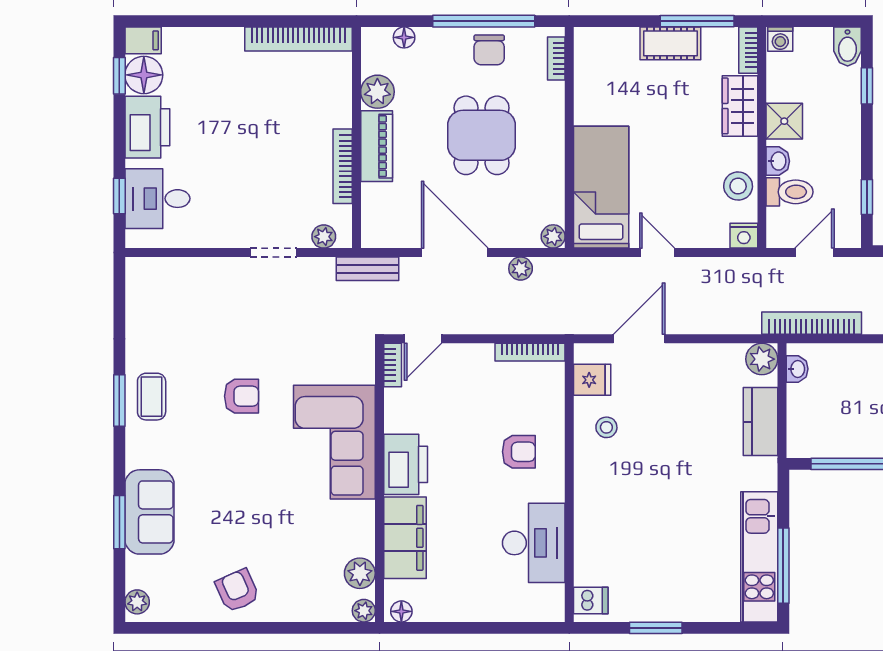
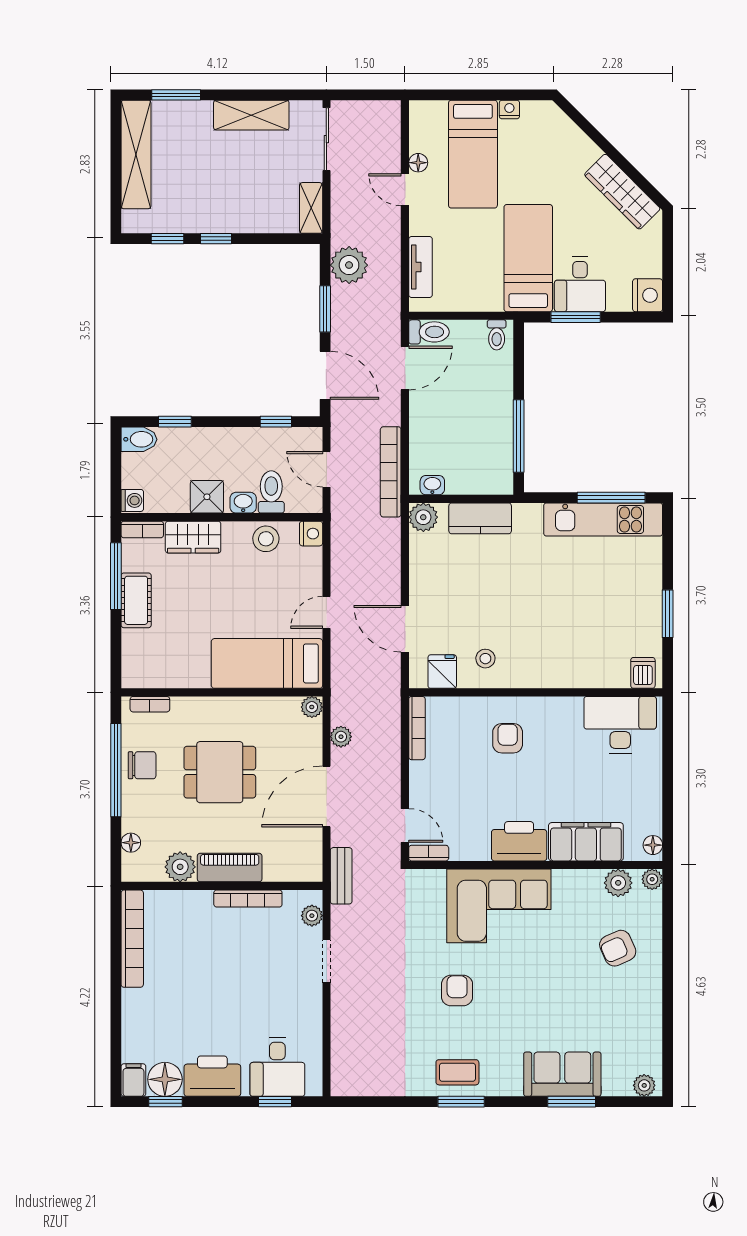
desk: (534, 543) -> (620, 725), moved
armchair: (237, 590) -> (618, 948), moved

